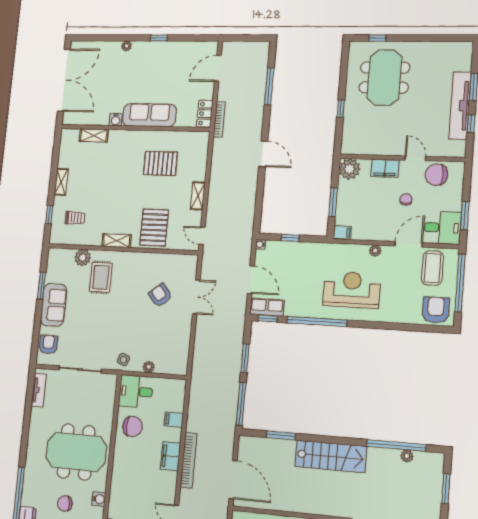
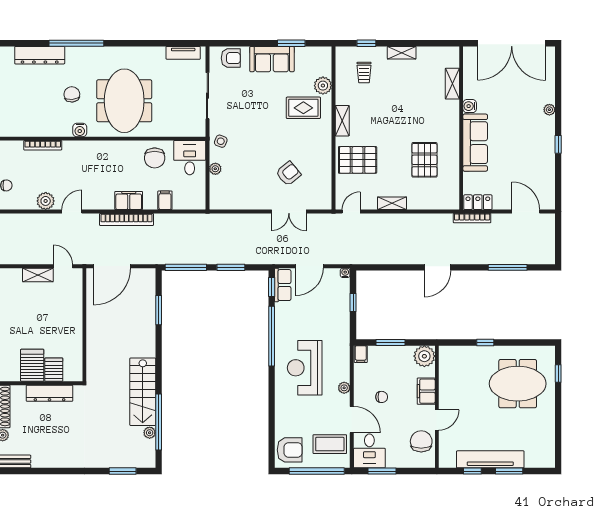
chair: (406, 199) -> (382, 397), moved
reception desk: (352, 290) -> (305, 368), turned 180
stairs: (331, 456) -> (143, 392), moved

